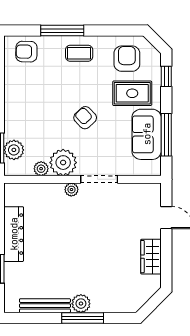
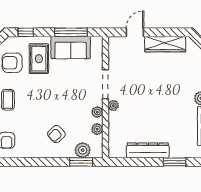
armchair: (85, 118) -> (56, 134), moved
plant: (63, 163) -> (97, 112), width x0.53, depth x0.53
wardrobe: (151, 257) -> (165, 44), width x1.50

